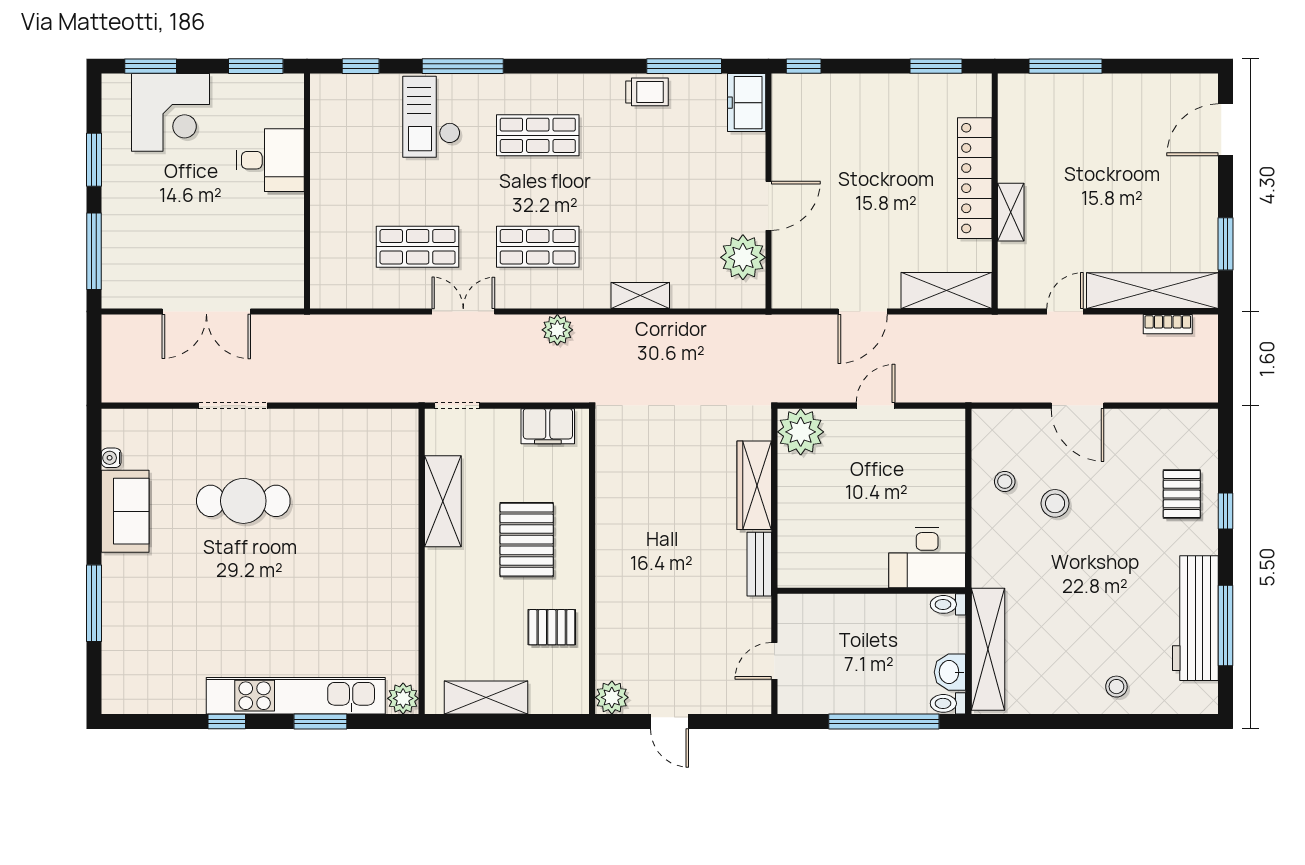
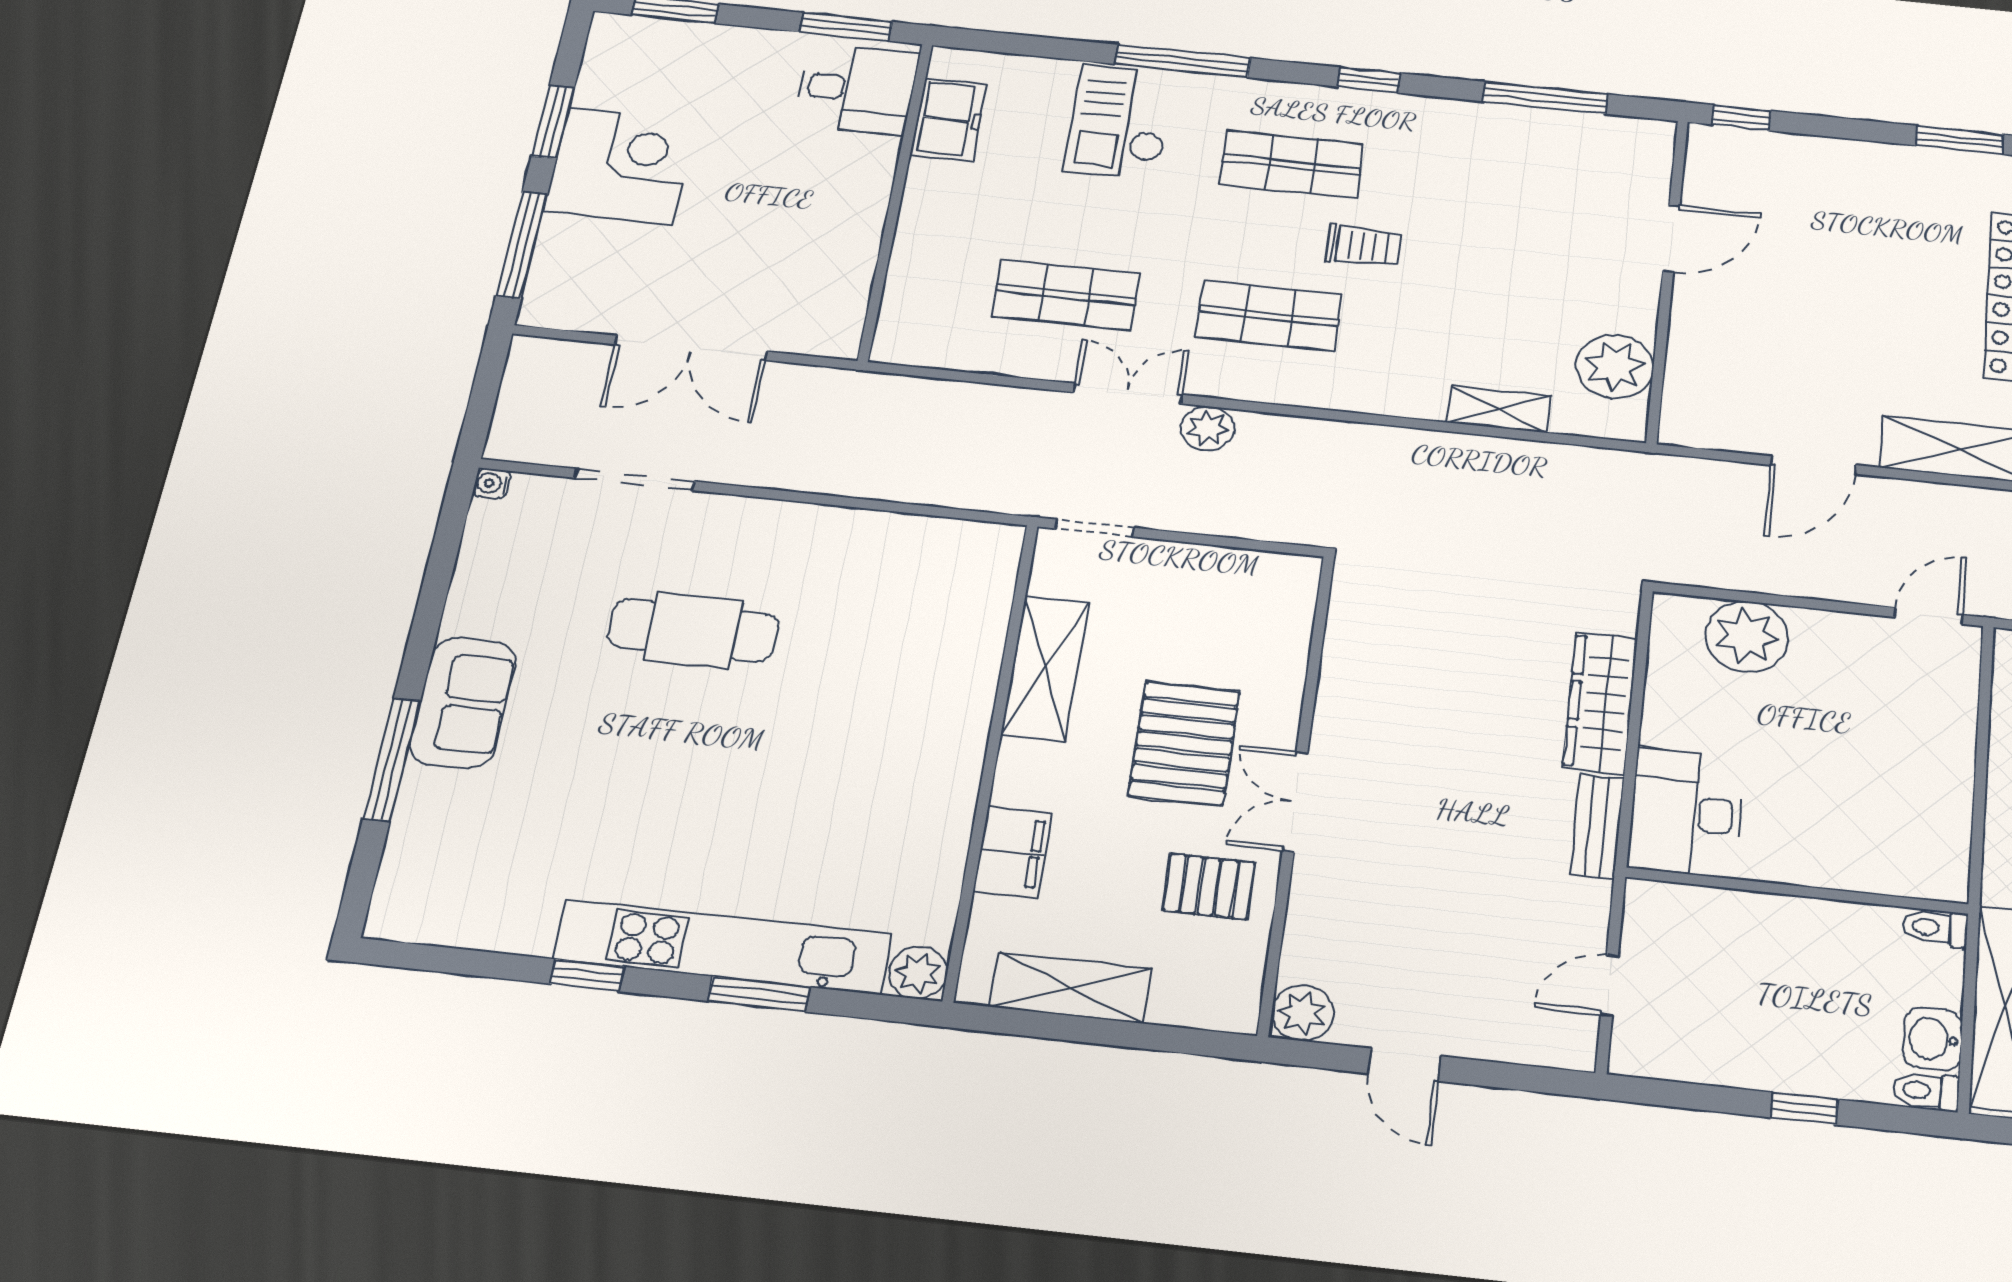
window: (361, 66) -> (1369, 80), moved
trolley: (647, 92) -> (1363, 246), moved
freezer: (747, 103) -> (949, 119), moved, turned 180
corner desk: (171, 112) -> (620, 166), moved, turned -90
desk: (270, 160) -> (856, 89), moved
door: (768, 206) -> (1671, 238), moved
shelving: (640, 296) -> (1499, 409), moved
plant: (557, 330) -> (1208, 428), moved
doorway: (233, 406) -> (634, 479), moved
door: (876, 406) -> (1928, 616), moved
filing cabinet: (548, 426) -> (1013, 852), moved, turned -90
plant: (801, 432) -> (1747, 636), moved
water cooler: (111, 458) -> (492, 484), moved
sofa: (125, 511) -> (463, 703), moved
desk: (927, 558) -> (1686, 813), moved, turned 90
double door: (592, 569) -> (1295, 802), added
window: (884, 722) -> (1804, 1108), width x0.32

